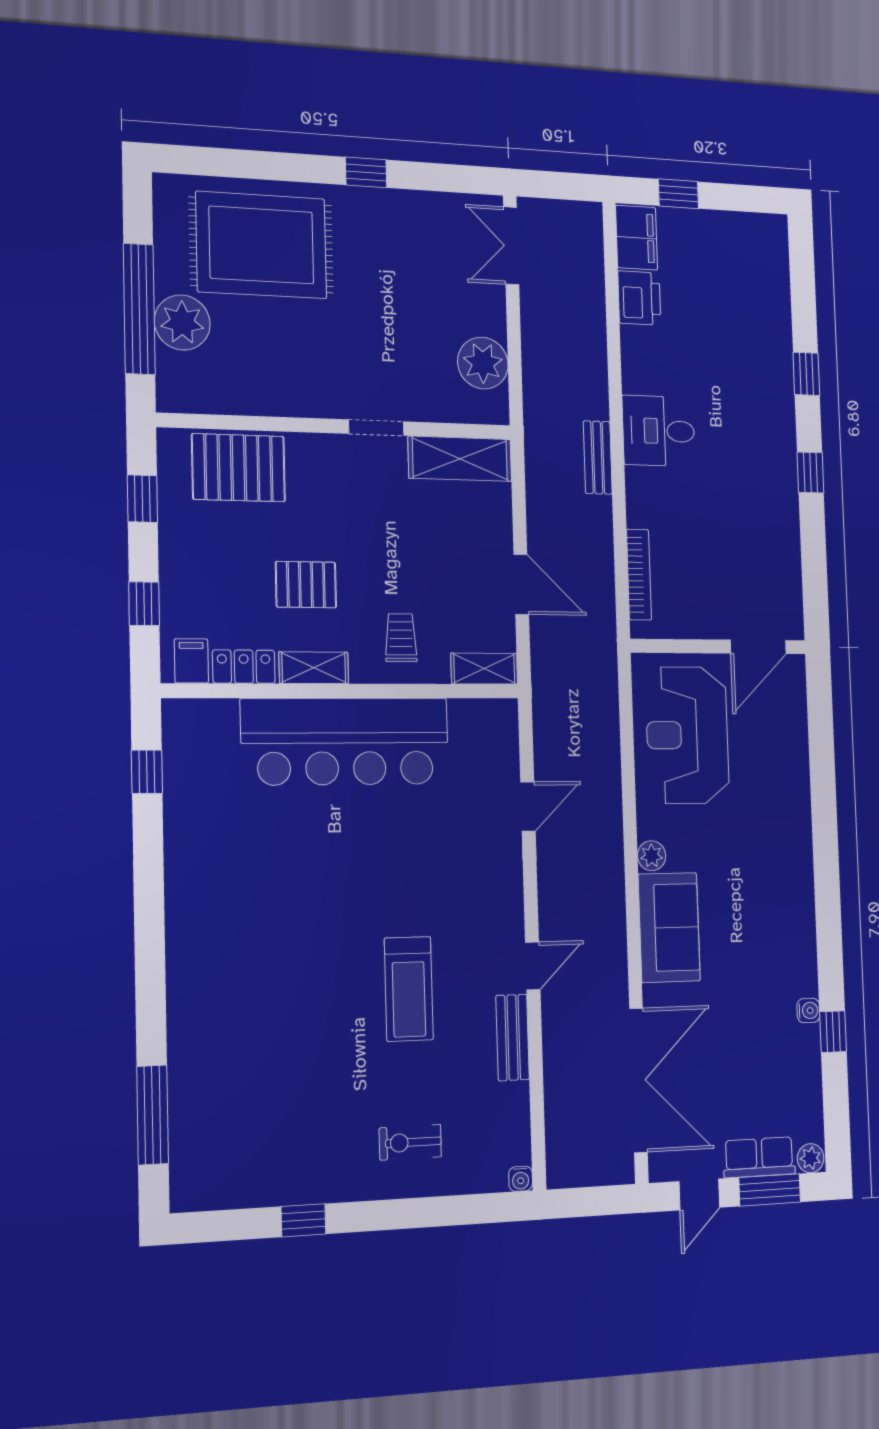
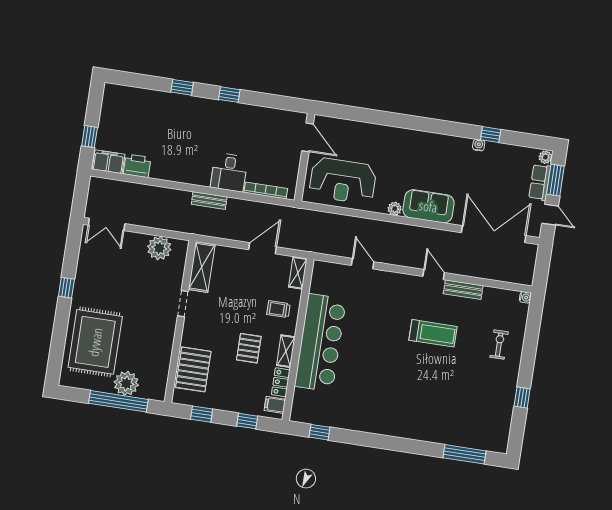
desk: (659, 431) -> (229, 172), moved
exercise bike: (410, 1142) -> (499, 345), turned 180

